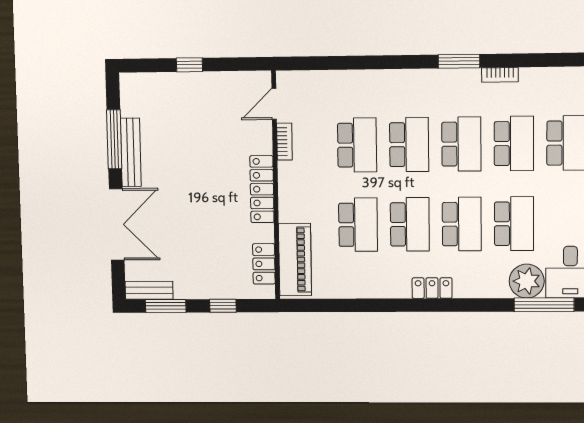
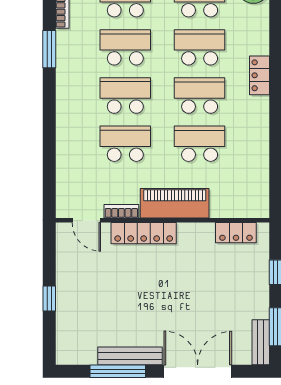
locker: (262, 189) -> (144, 233), moved
piano: (295, 260) -> (175, 203), moved

